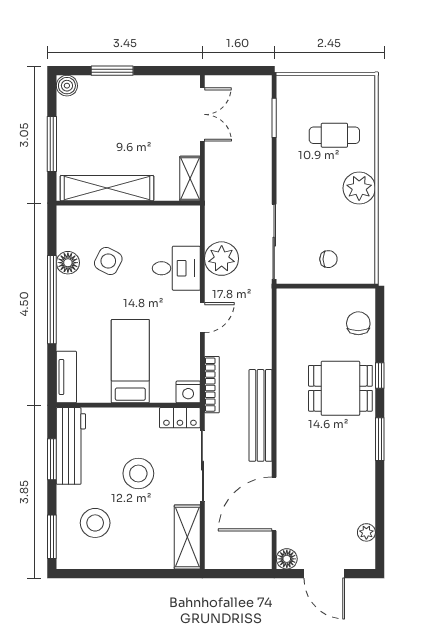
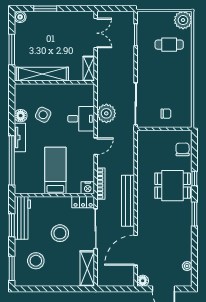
plant: (359, 188) -> (183, 20), moved
window: (52, 300) -> (12, 160), moved
tv unit: (66, 377) -> (20, 137), moved

